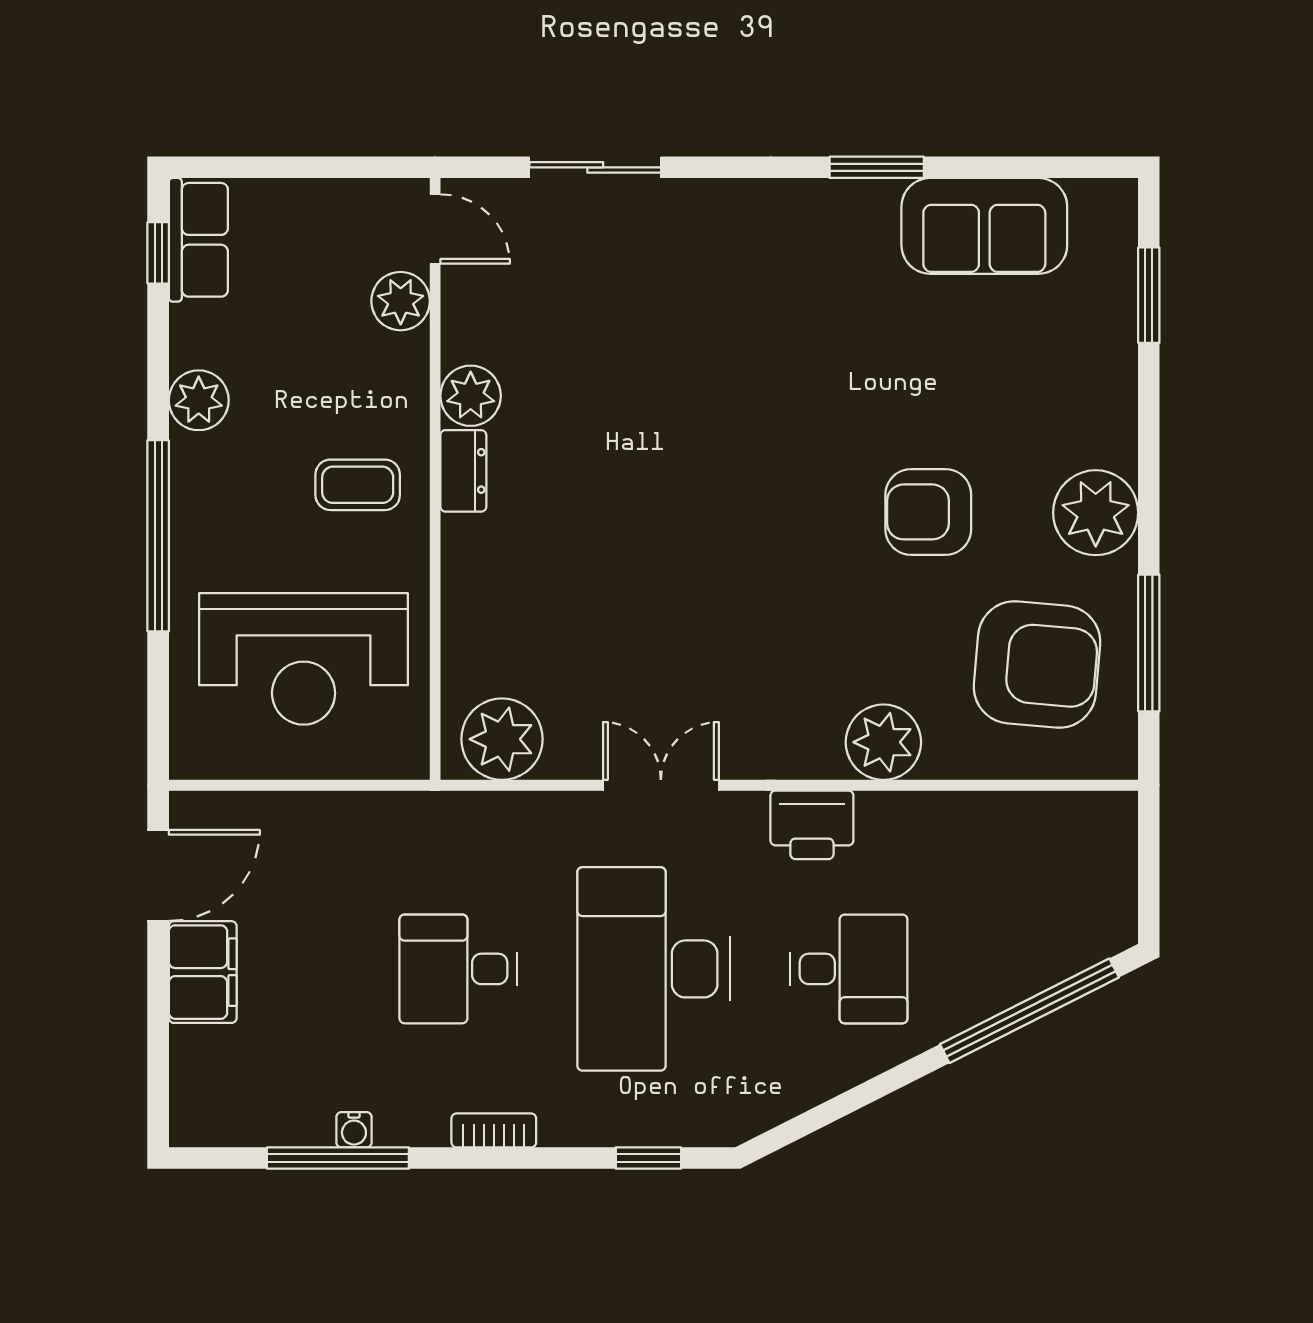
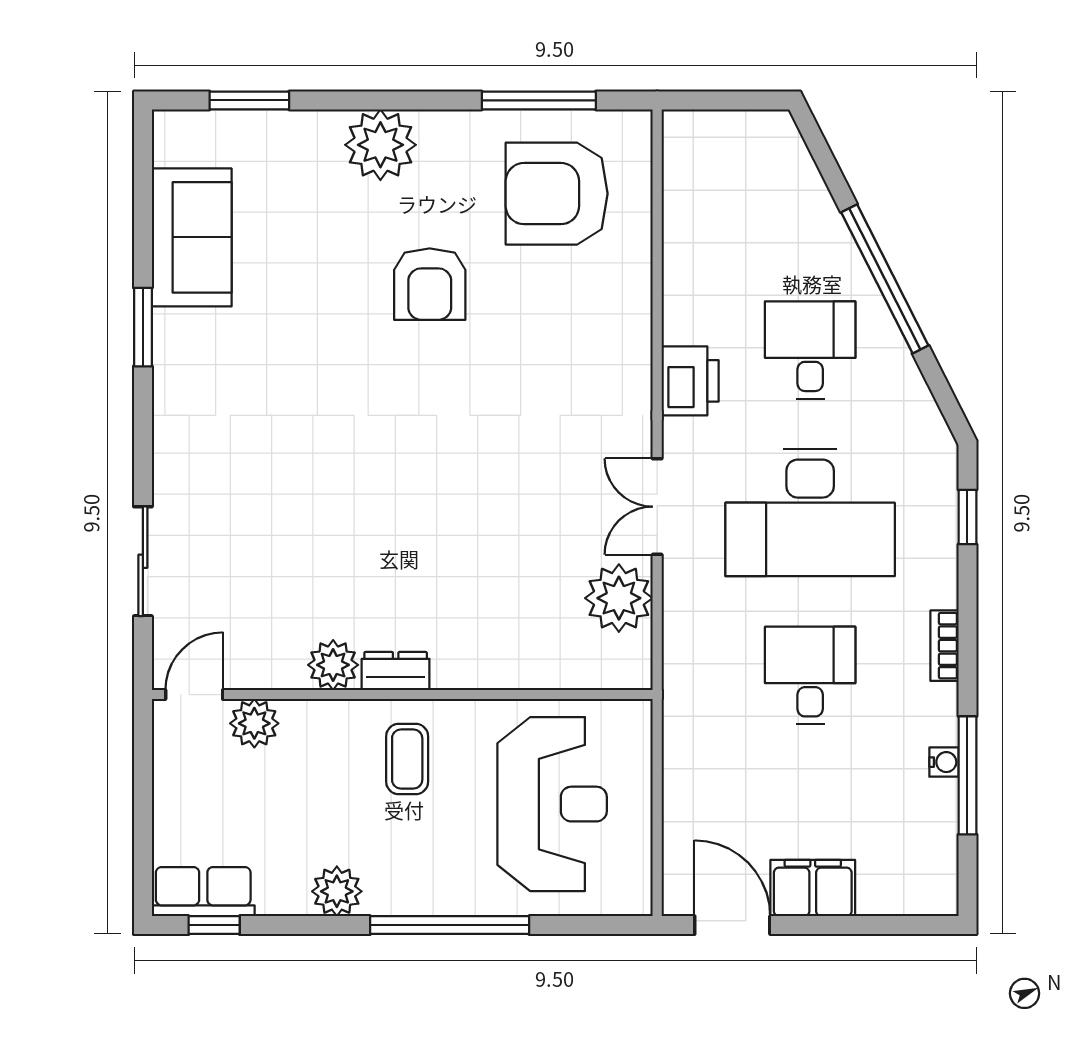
plant: (1096, 513) -> (380, 145), moved
armchair: (1037, 664) -> (557, 194), turned -95
plant: (502, 739) -> (619, 598), moved
plant: (883, 742) -> (621, 321), removed
desk: (458, 969) -> (810, 675), turned 180
window: (1029, 1011) -> (885, 279), moved

